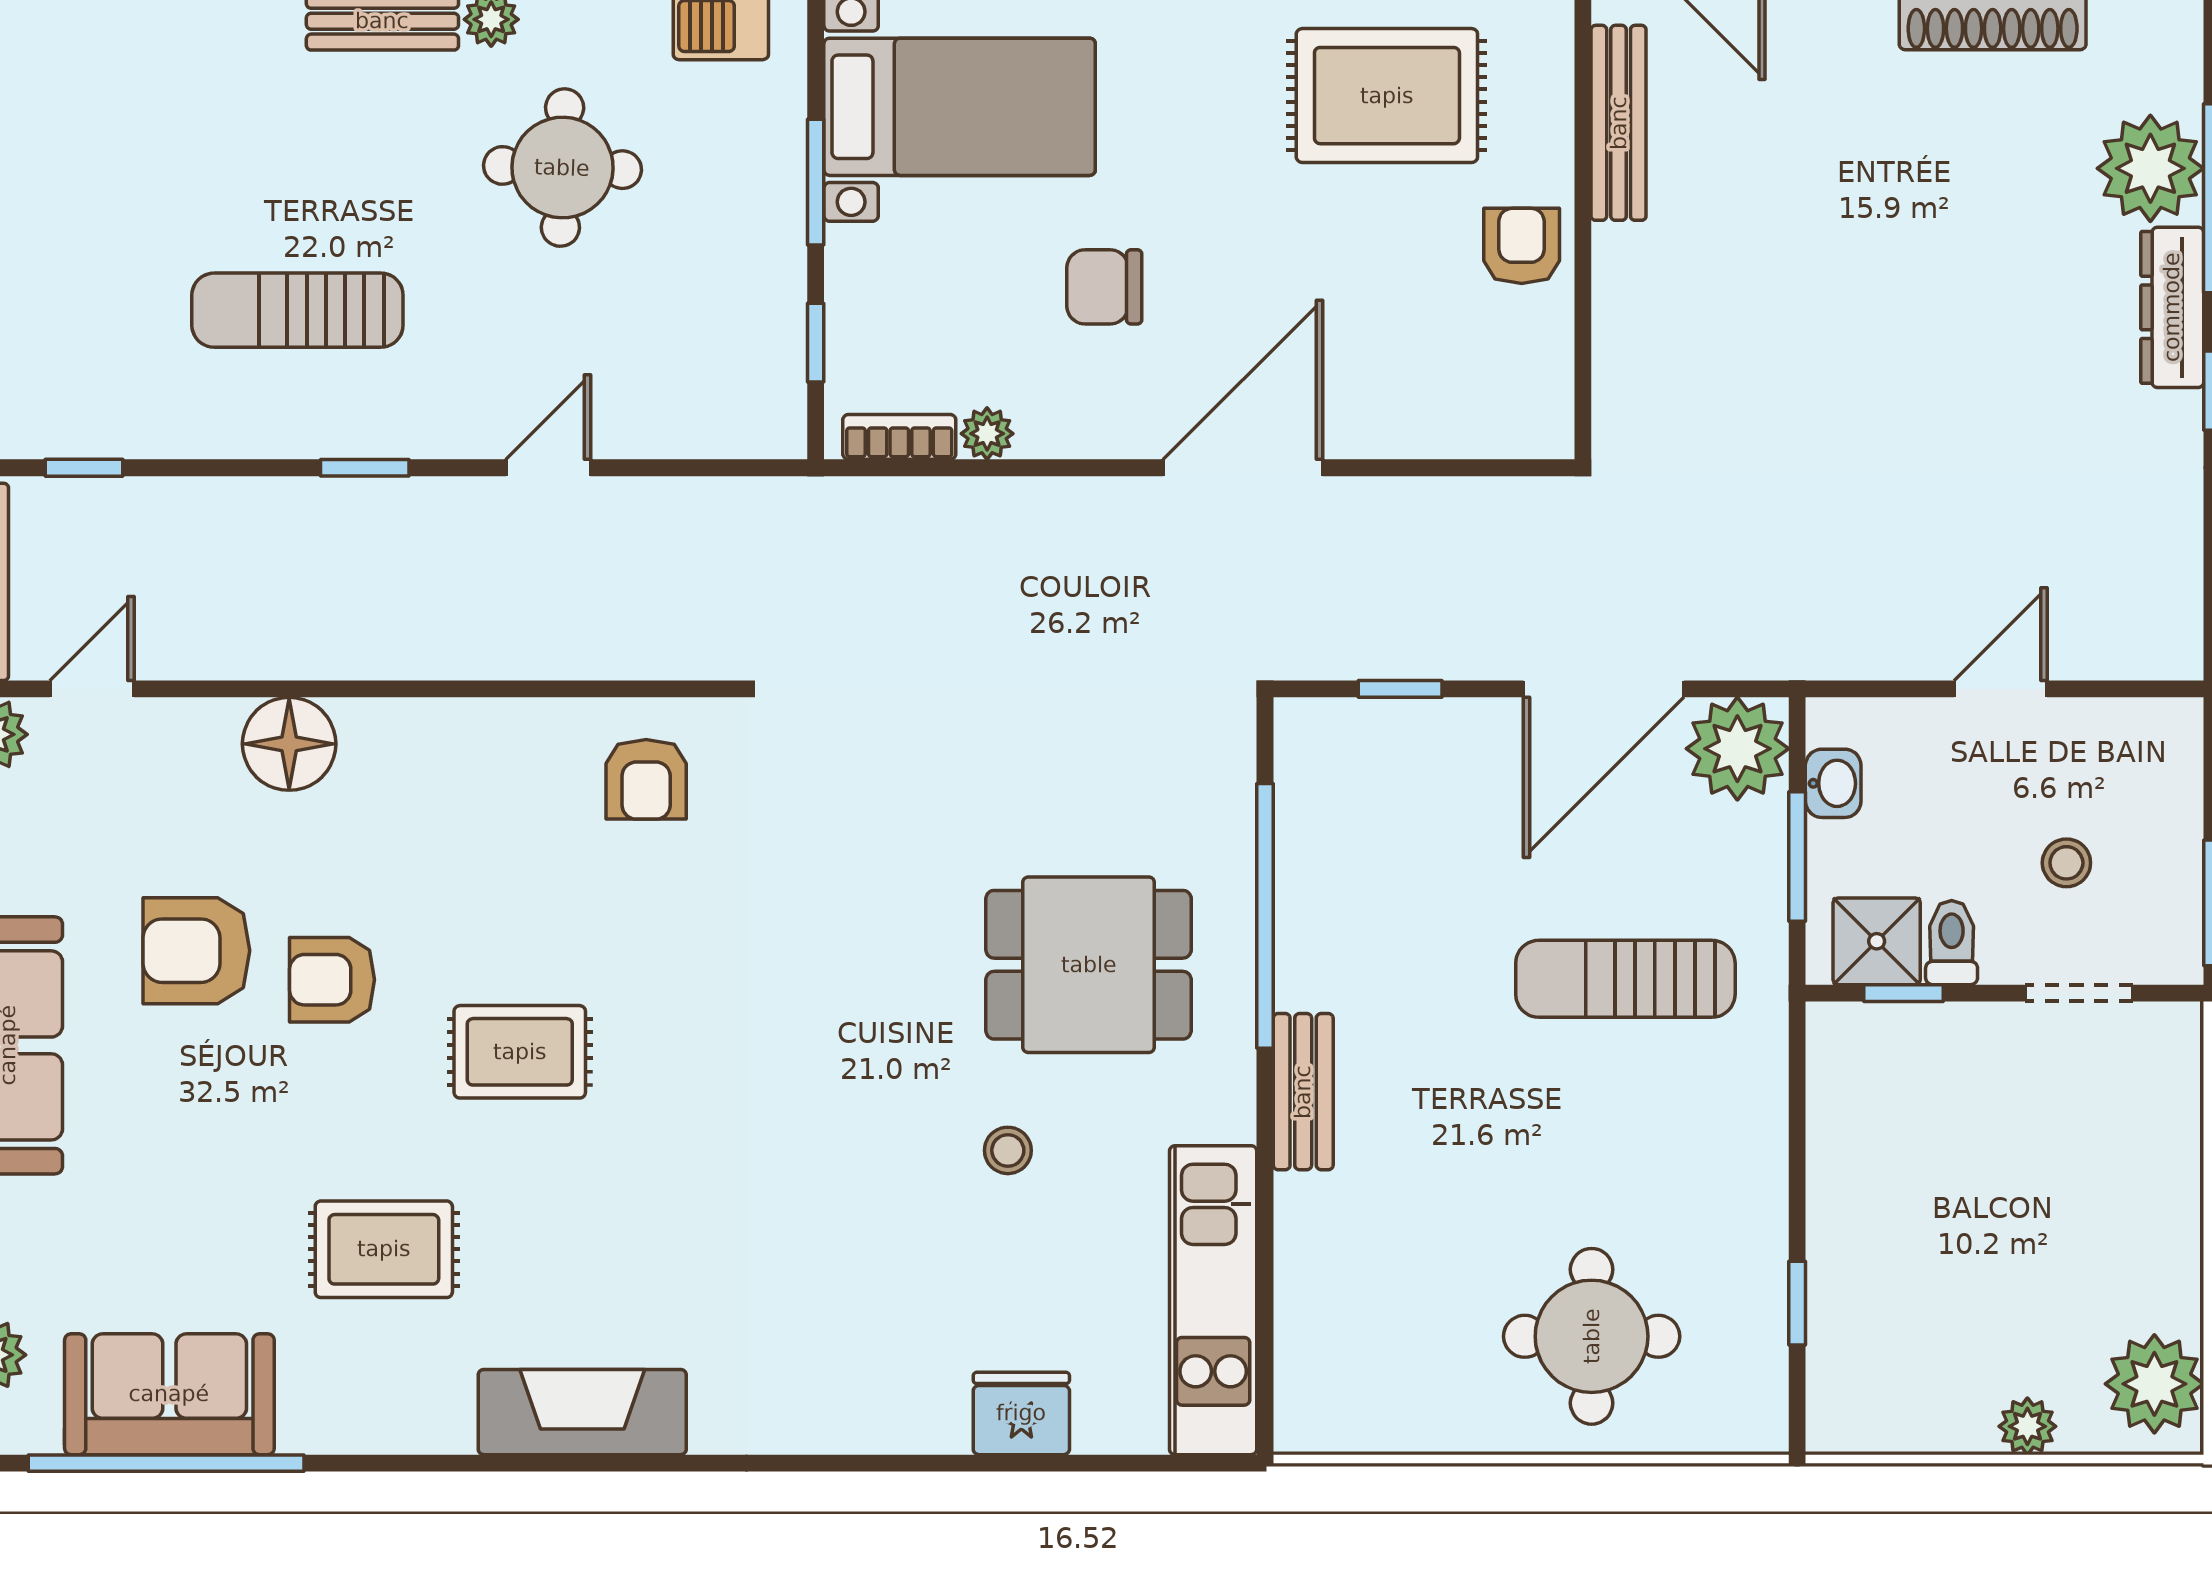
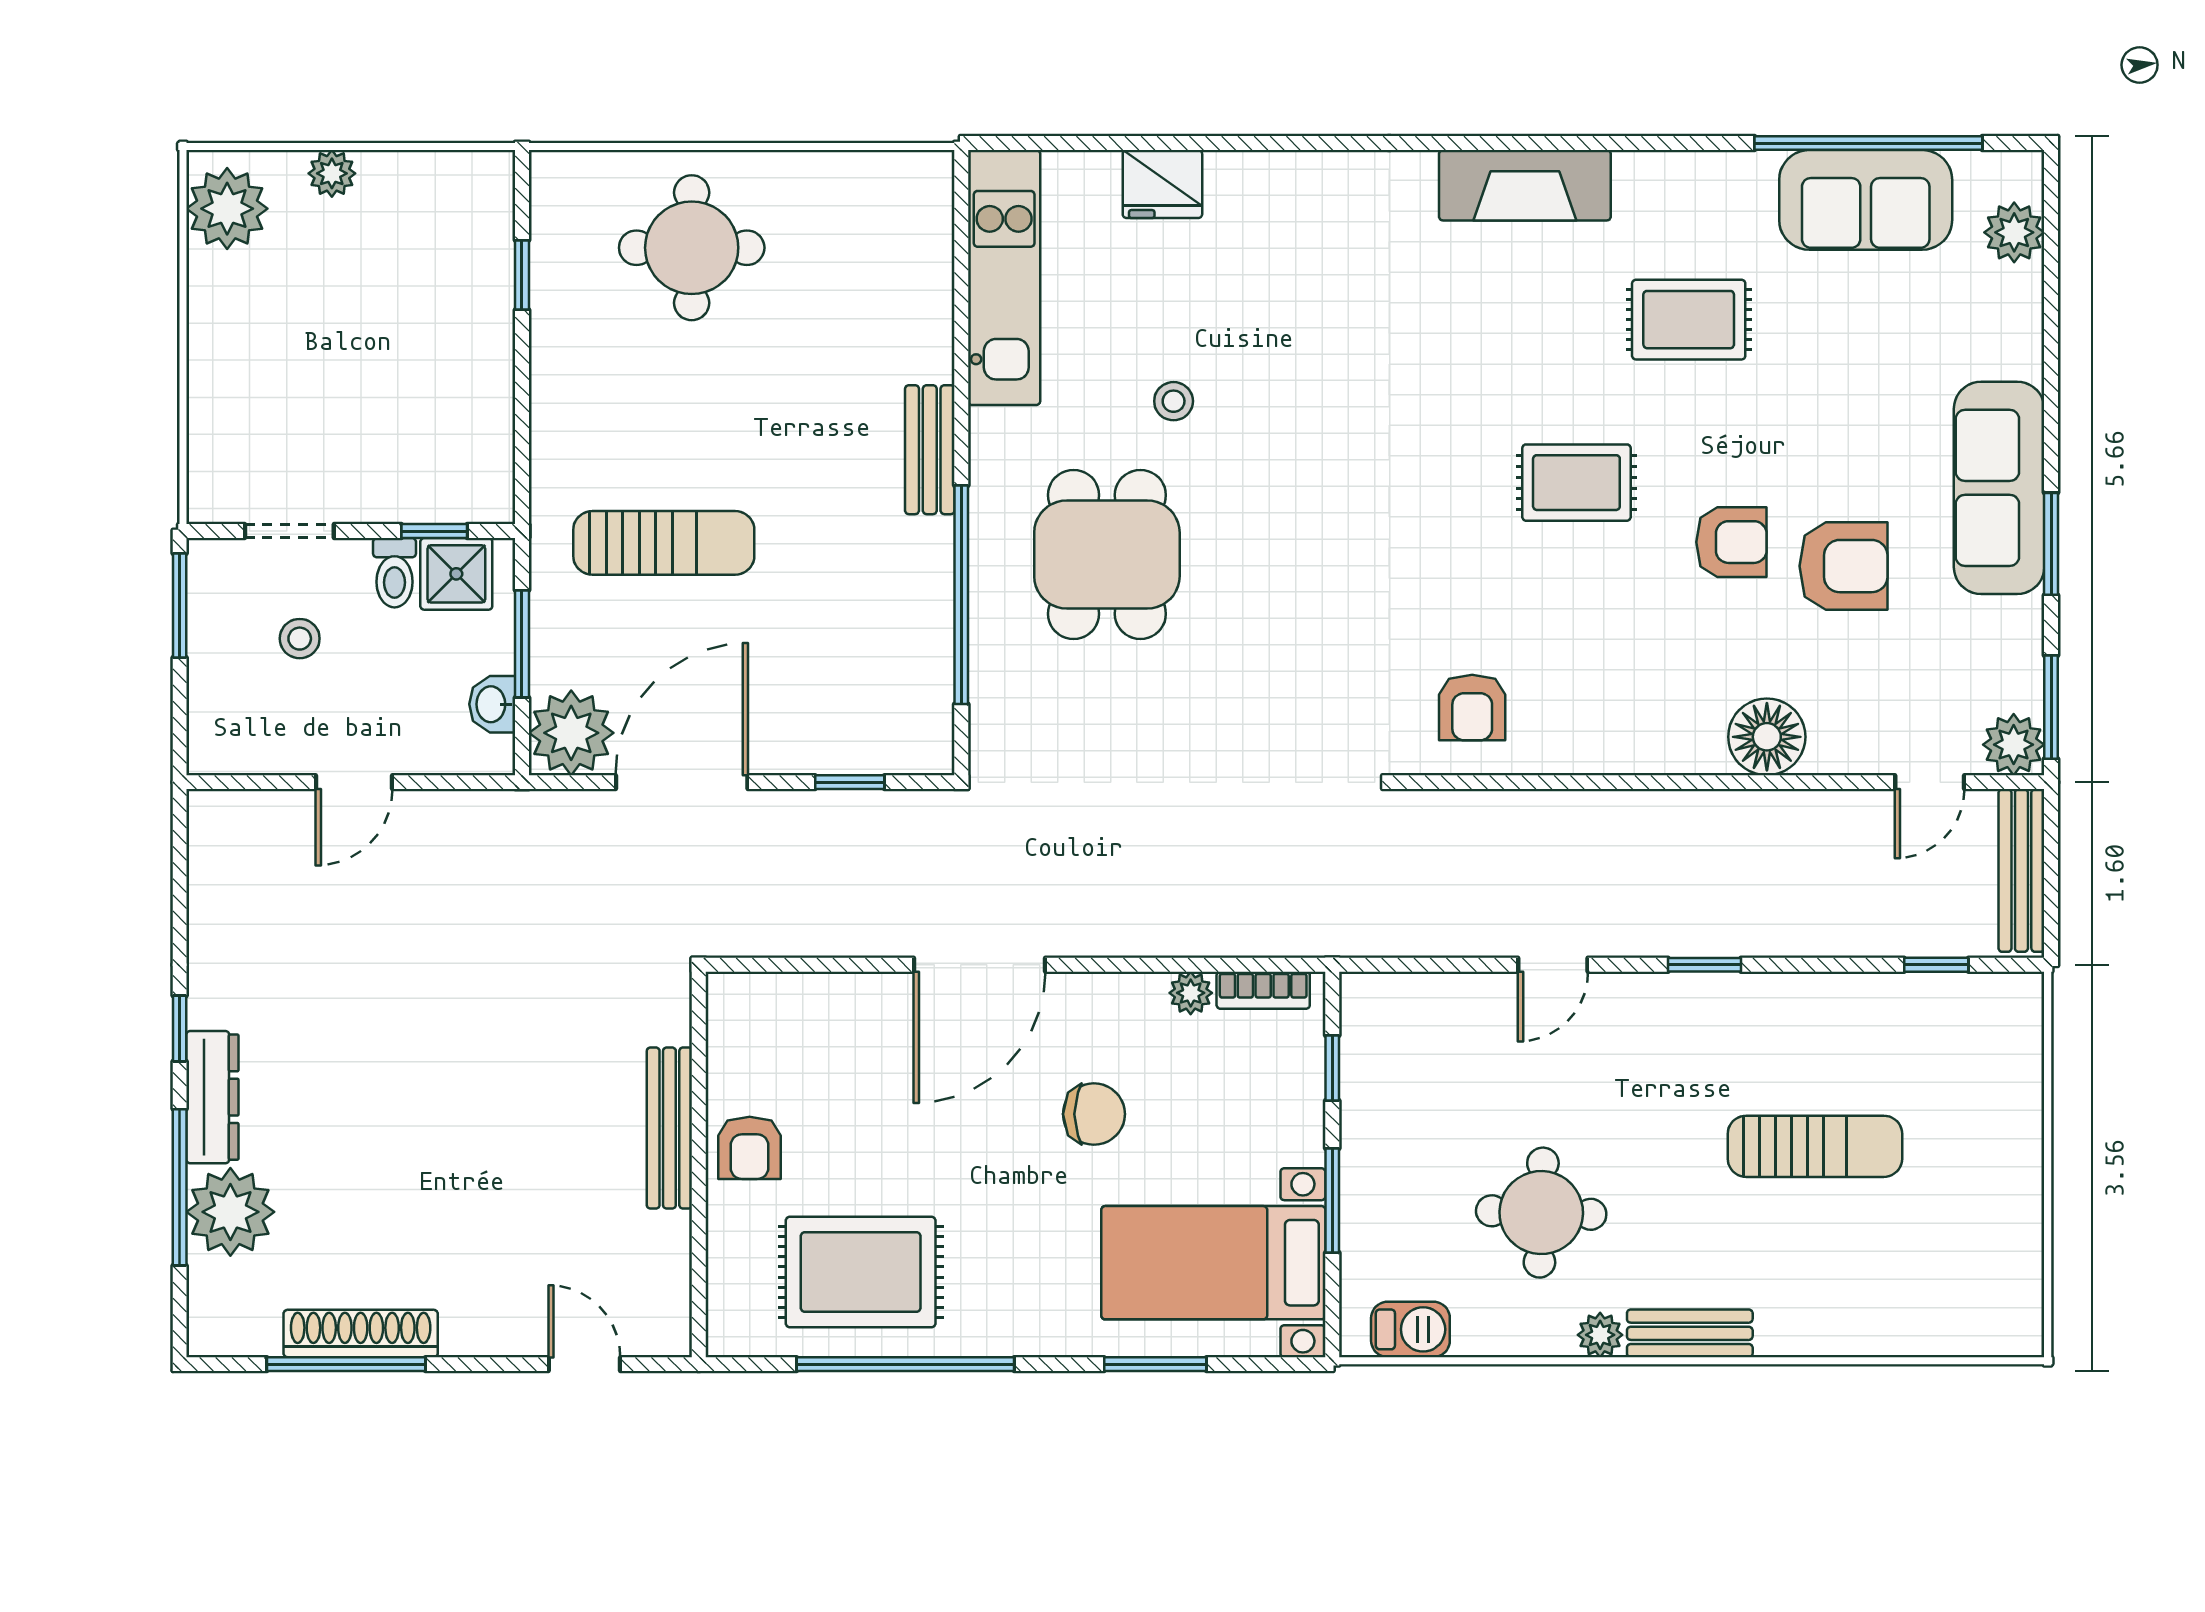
bench: (1619, 123) -> (669, 1128), moved
sun lounger: (297, 310) -> (1815, 1146), moved
armchair: (646, 779) -> (1472, 708), turned 180
dining table: (1089, 965) -> (1107, 554), turned 90

